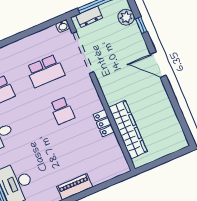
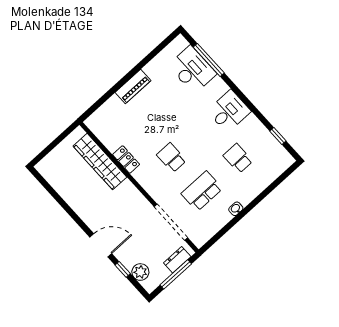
washbasin: (63, 26) -> (236, 209), moved
door: (158, 65) -> (101, 245), moved

